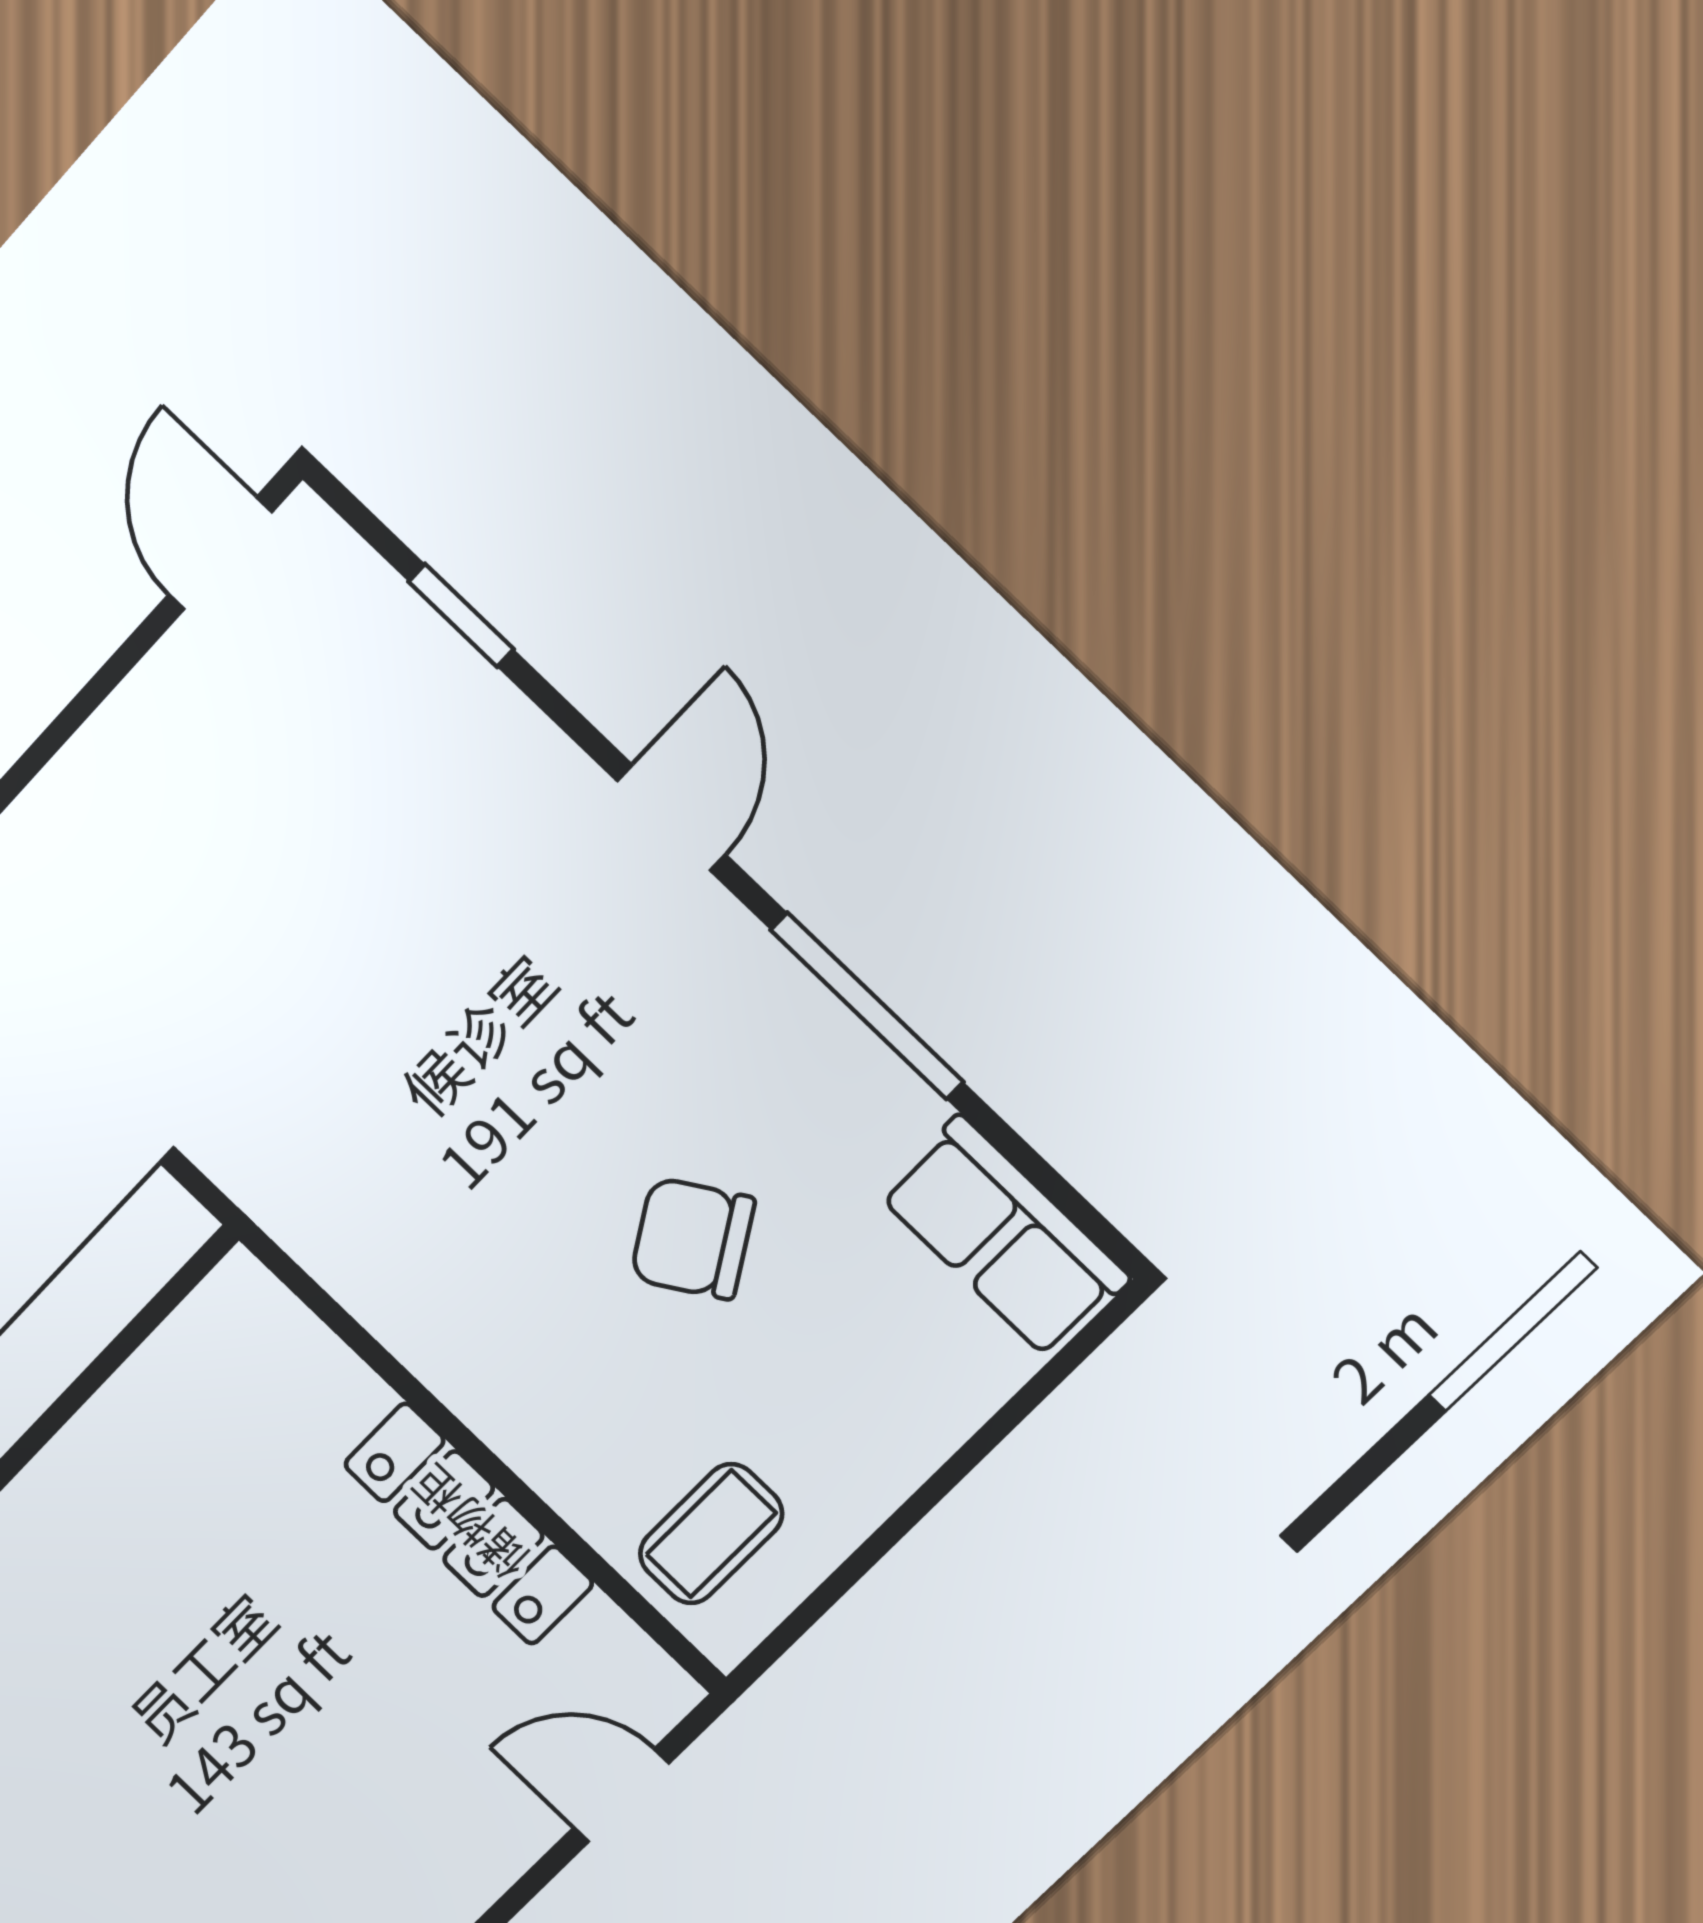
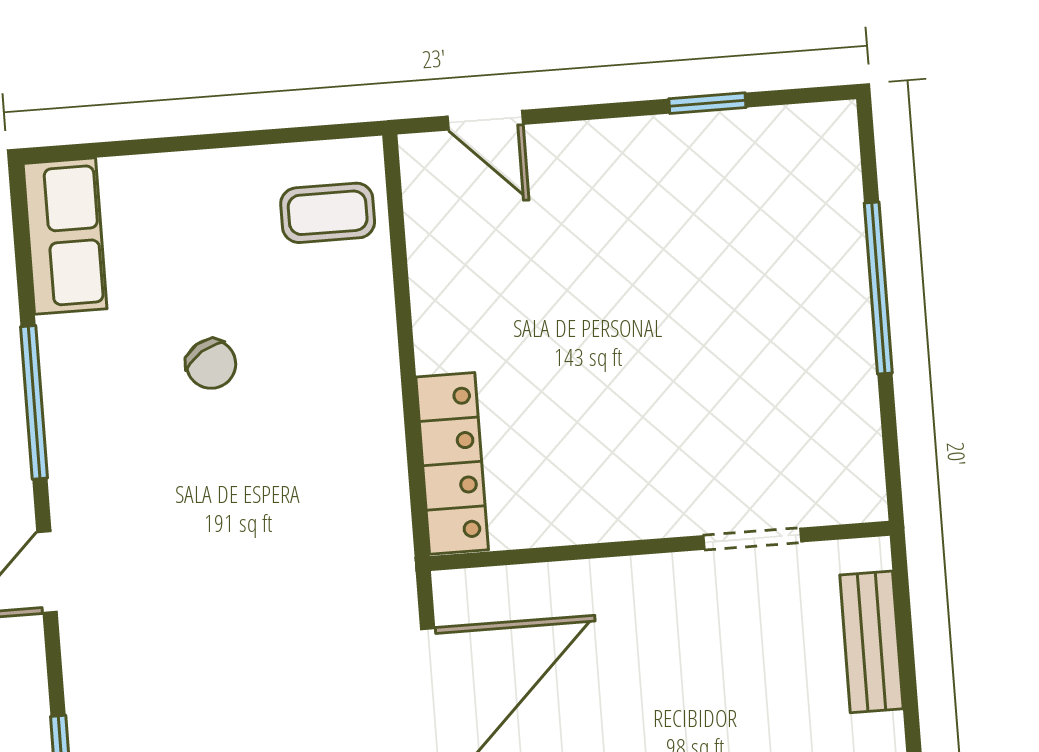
chair: (693, 1239) -> (211, 364), width x0.73, depth x0.73
locker: (469, 1524) -> (452, 463), moved

